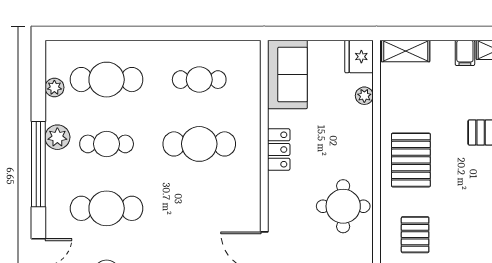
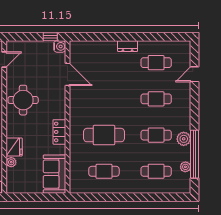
fridge: (359, 57) -> (14, 147), moved
cafe table: (107, 80) -> (156, 171), width x0.73, depth x0.74
window: (38, 164) -> (194, 154), moved
cafe table: (107, 208) -> (156, 99), width x0.73, depth x0.74

